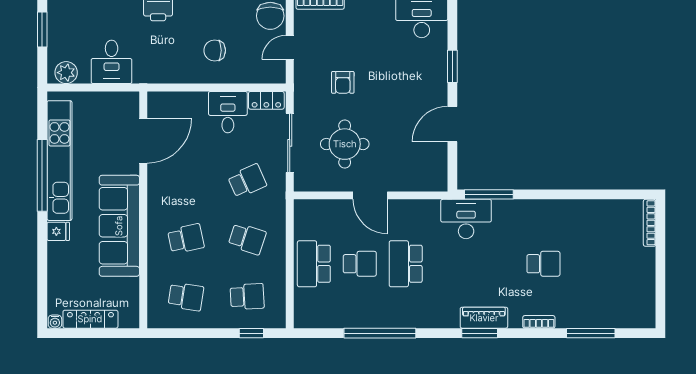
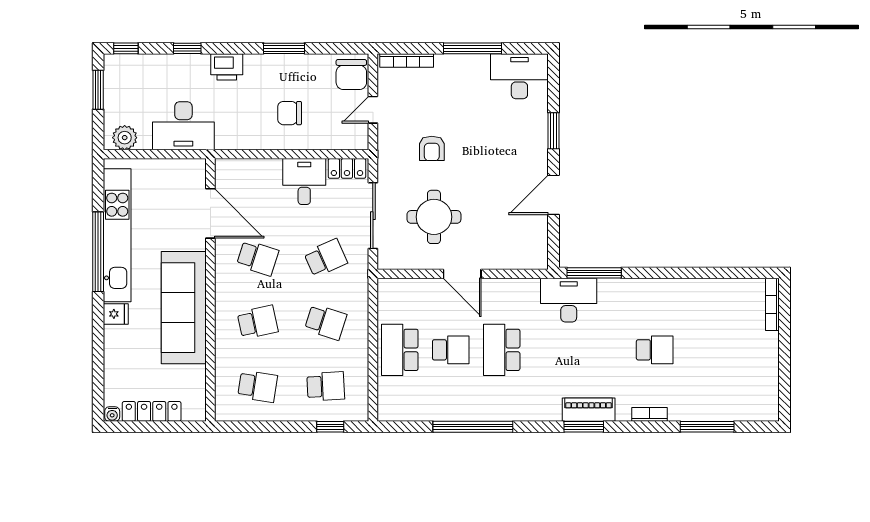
desk: (112, 62) -> (183, 126), width x1.37
door: (143, 141) -> (210, 213), hinge flipped
school desk: (186, 181) -> (258, 258), added

